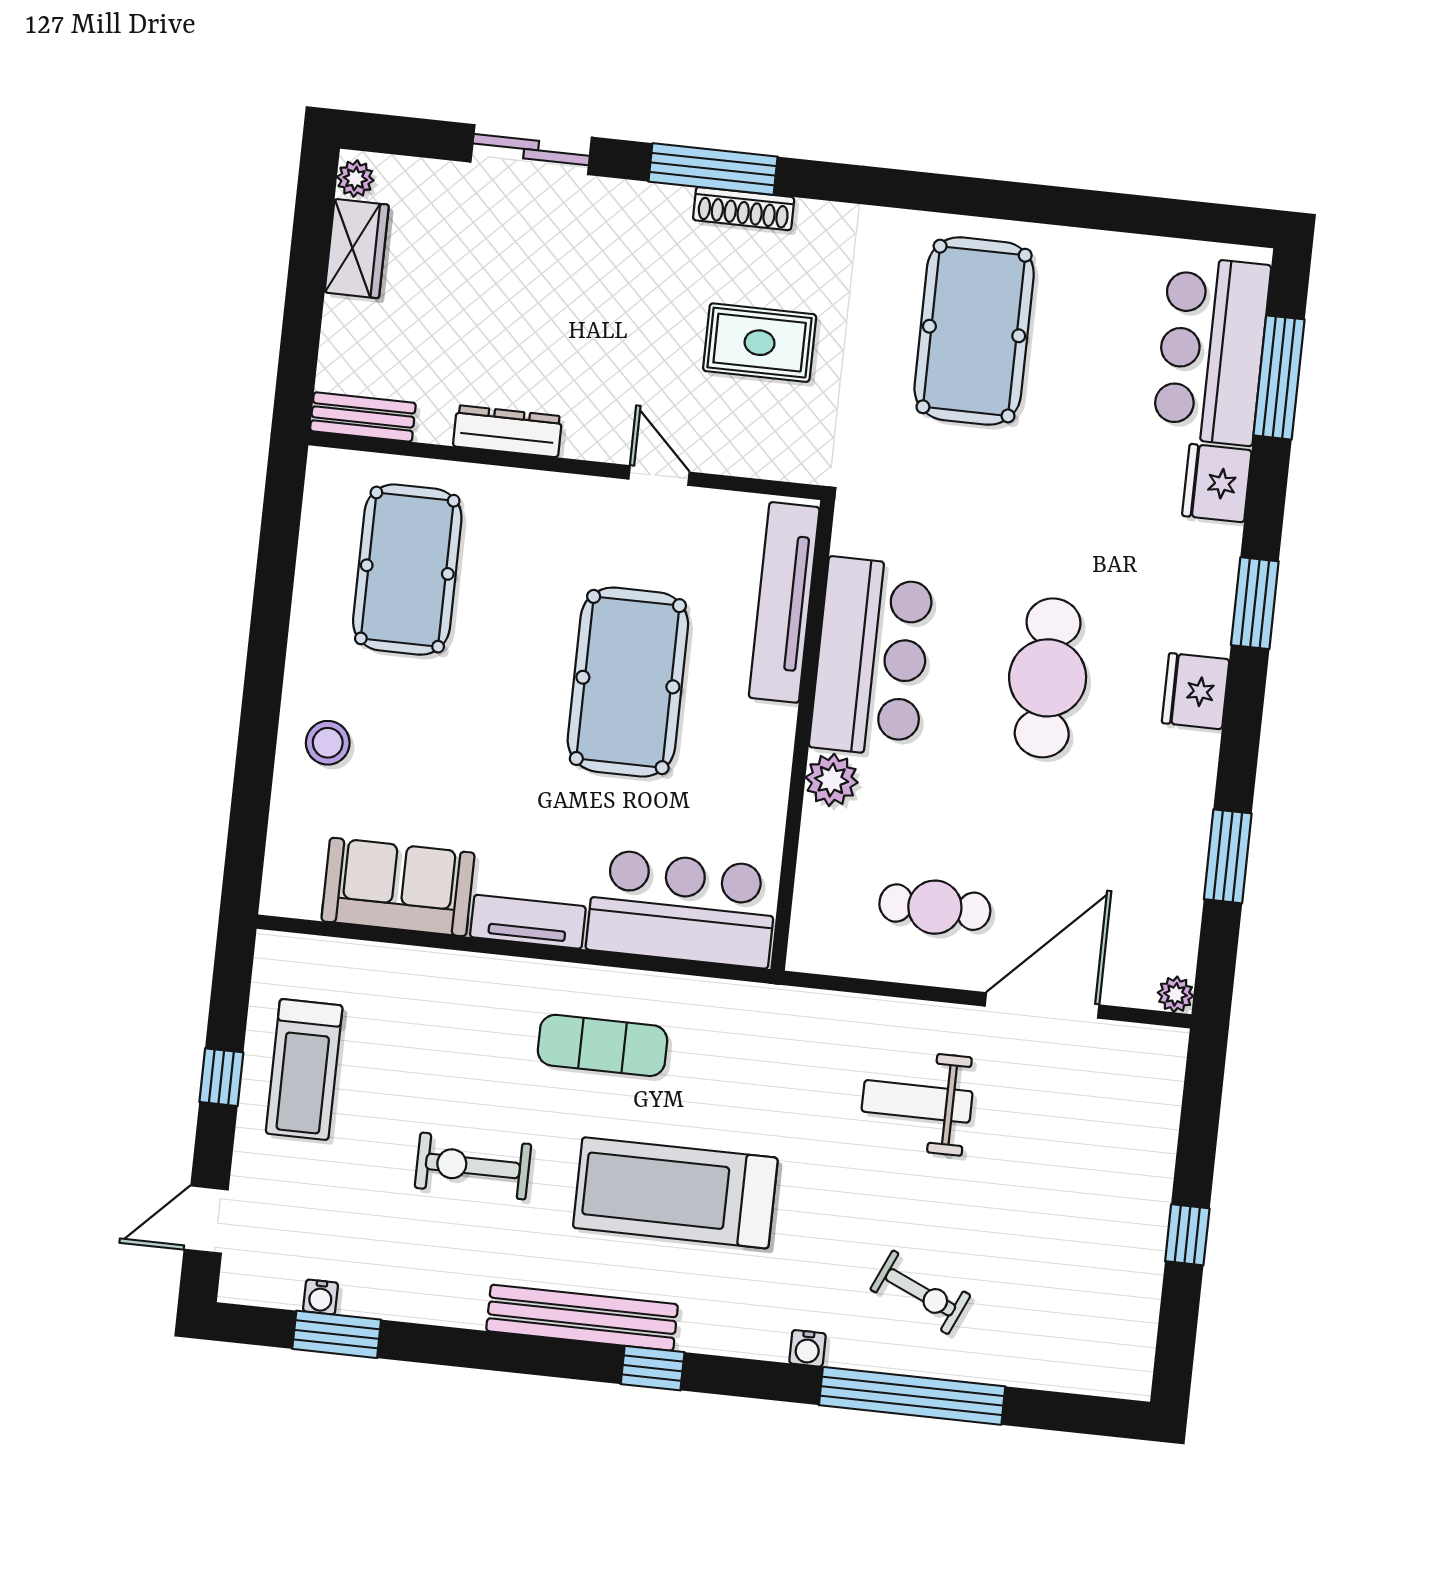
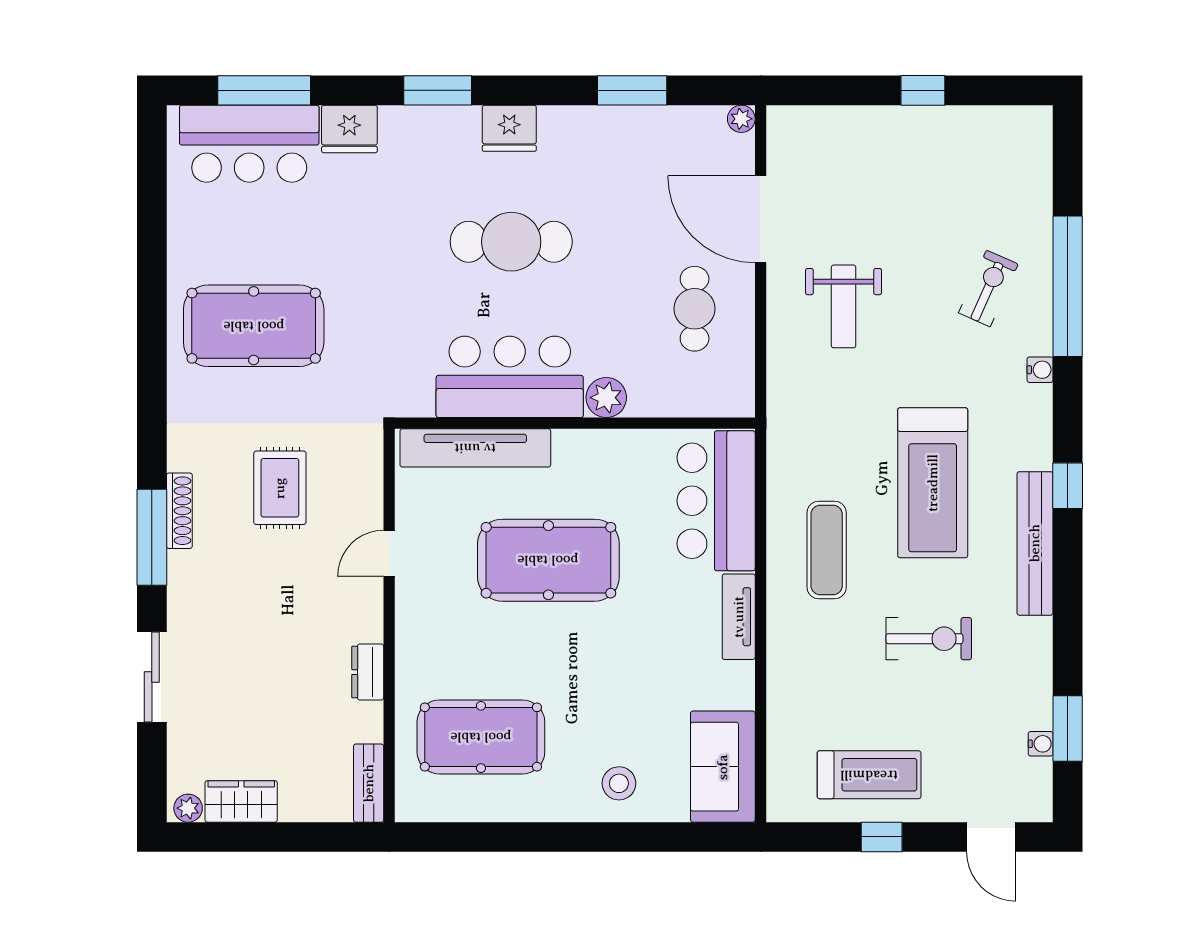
dresser: (508, 431) -> (368, 672), width x0.70
sofa: (398, 887) -> (723, 767), moved
exercise bike: (473, 1166) -> (929, 639), turned -90

